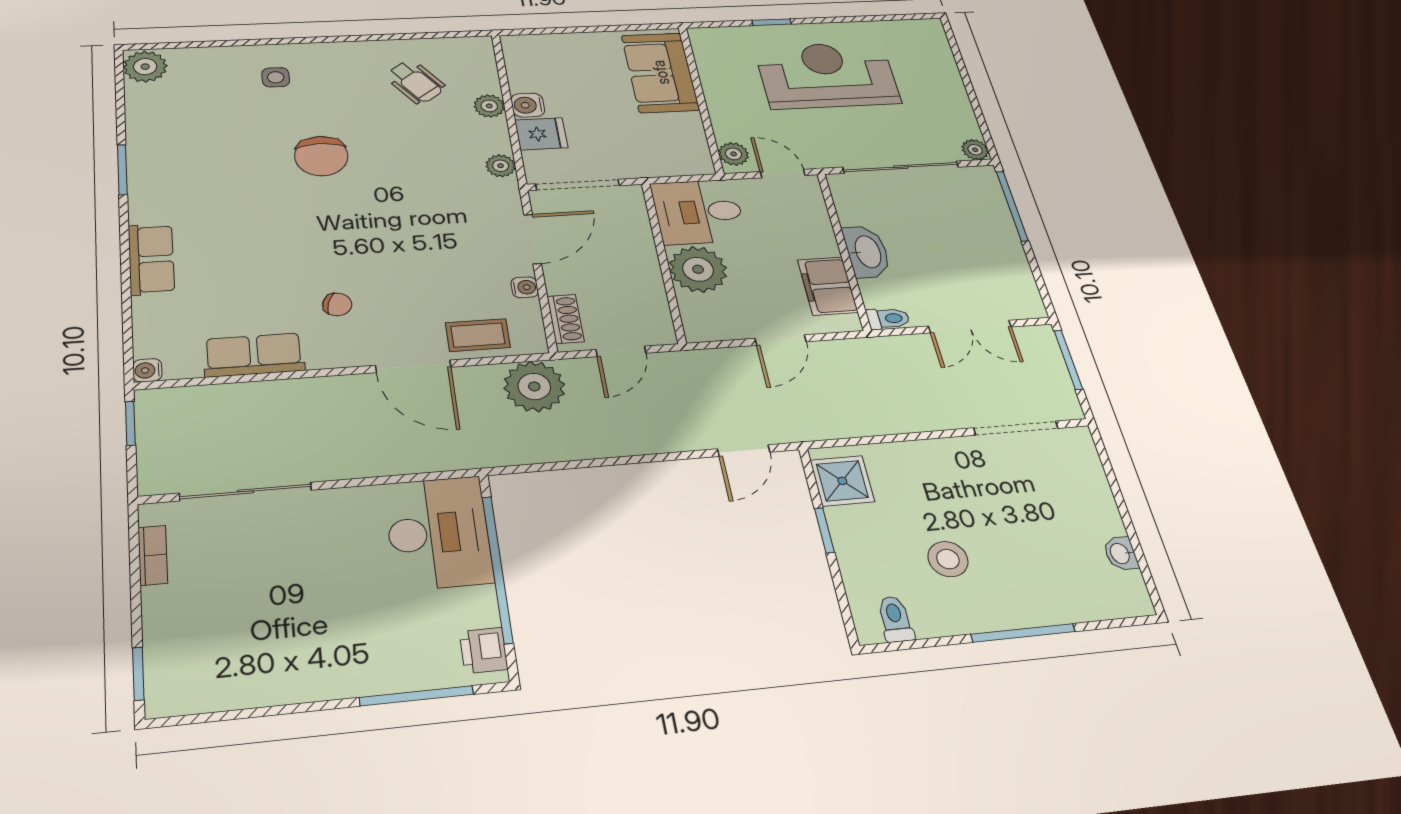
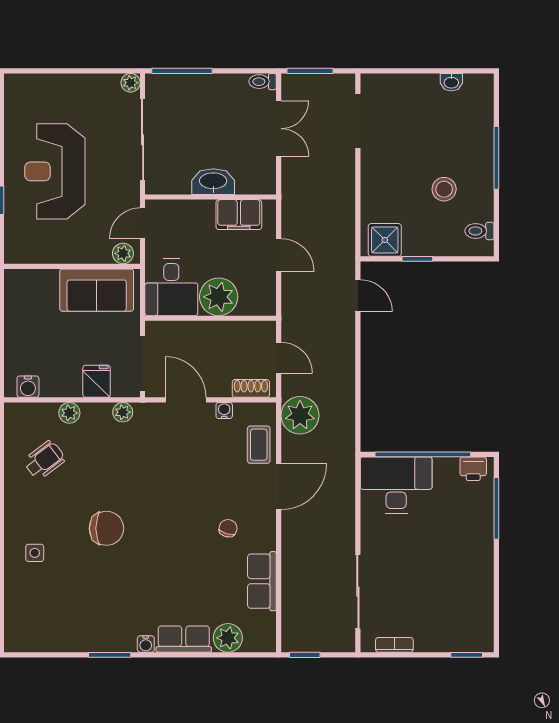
plant: (145, 67) -> (228, 638), moved
sofa: (660, 72) -> (97, 290), moved
water cooler: (528, 105) -> (28, 387), moved
toilet: (888, 319) -> (263, 82), moved, turned -90
water cooler: (147, 370) -> (146, 644), moved

